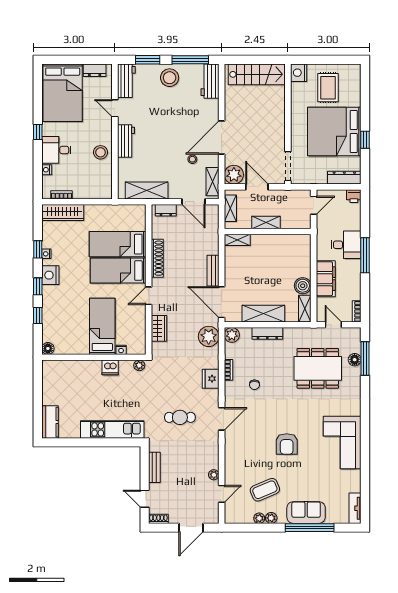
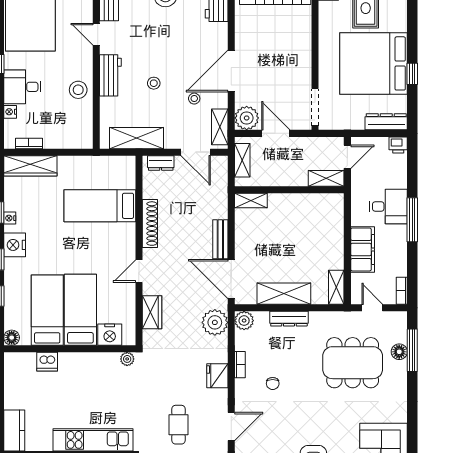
stool: (160, 147) -> (154, 83), added
shelving: (266, 222) -> (326, 178), moved
bed: (118, 271) -> (47, 310), moved, turned 90
boiler: (303, 286) -> (334, 258), removed
nightstand: (121, 350) -> (110, 335), width x1.89, depth x1.79
dishwasher: (110, 367) -> (47, 362), moved
cafe table: (180, 417) -> (178, 425), turned 90

